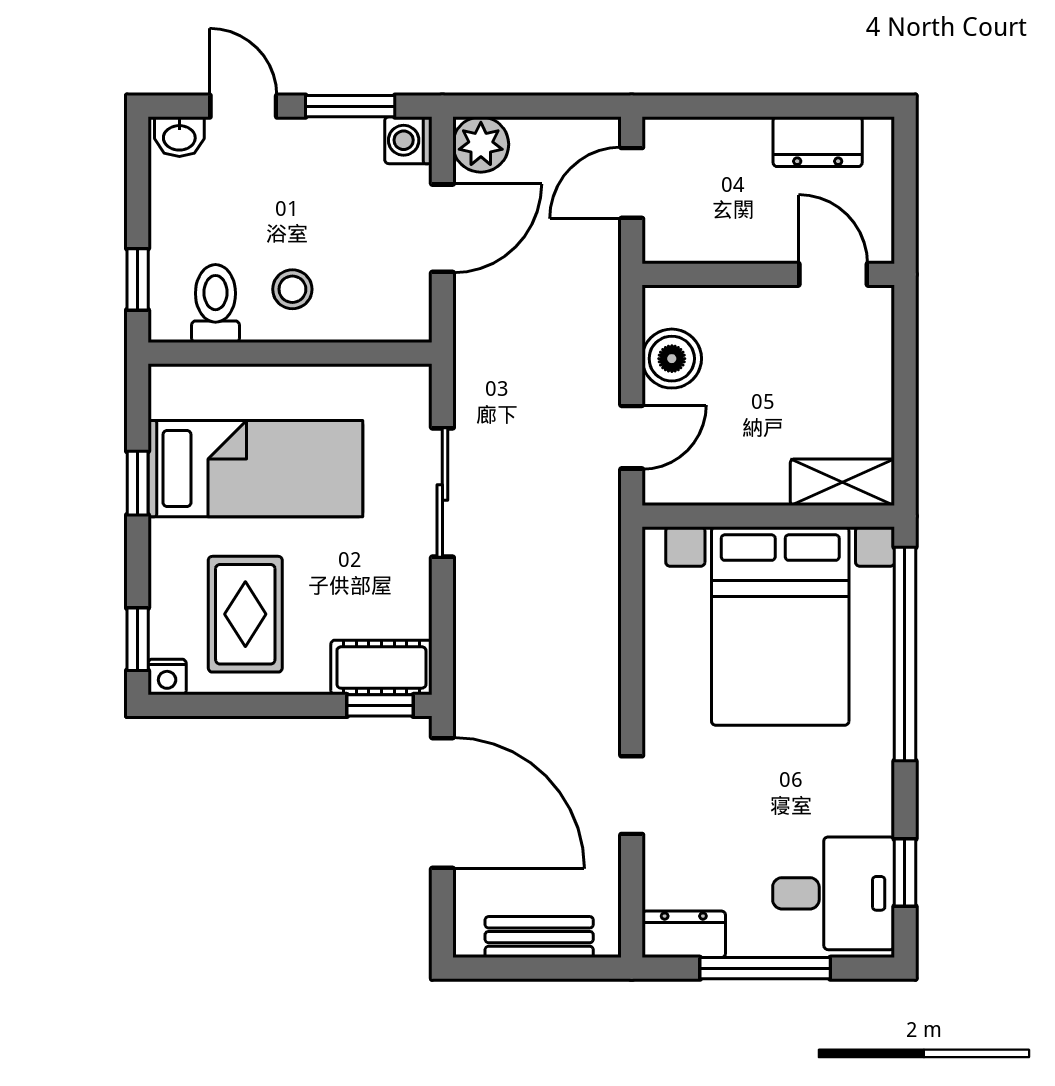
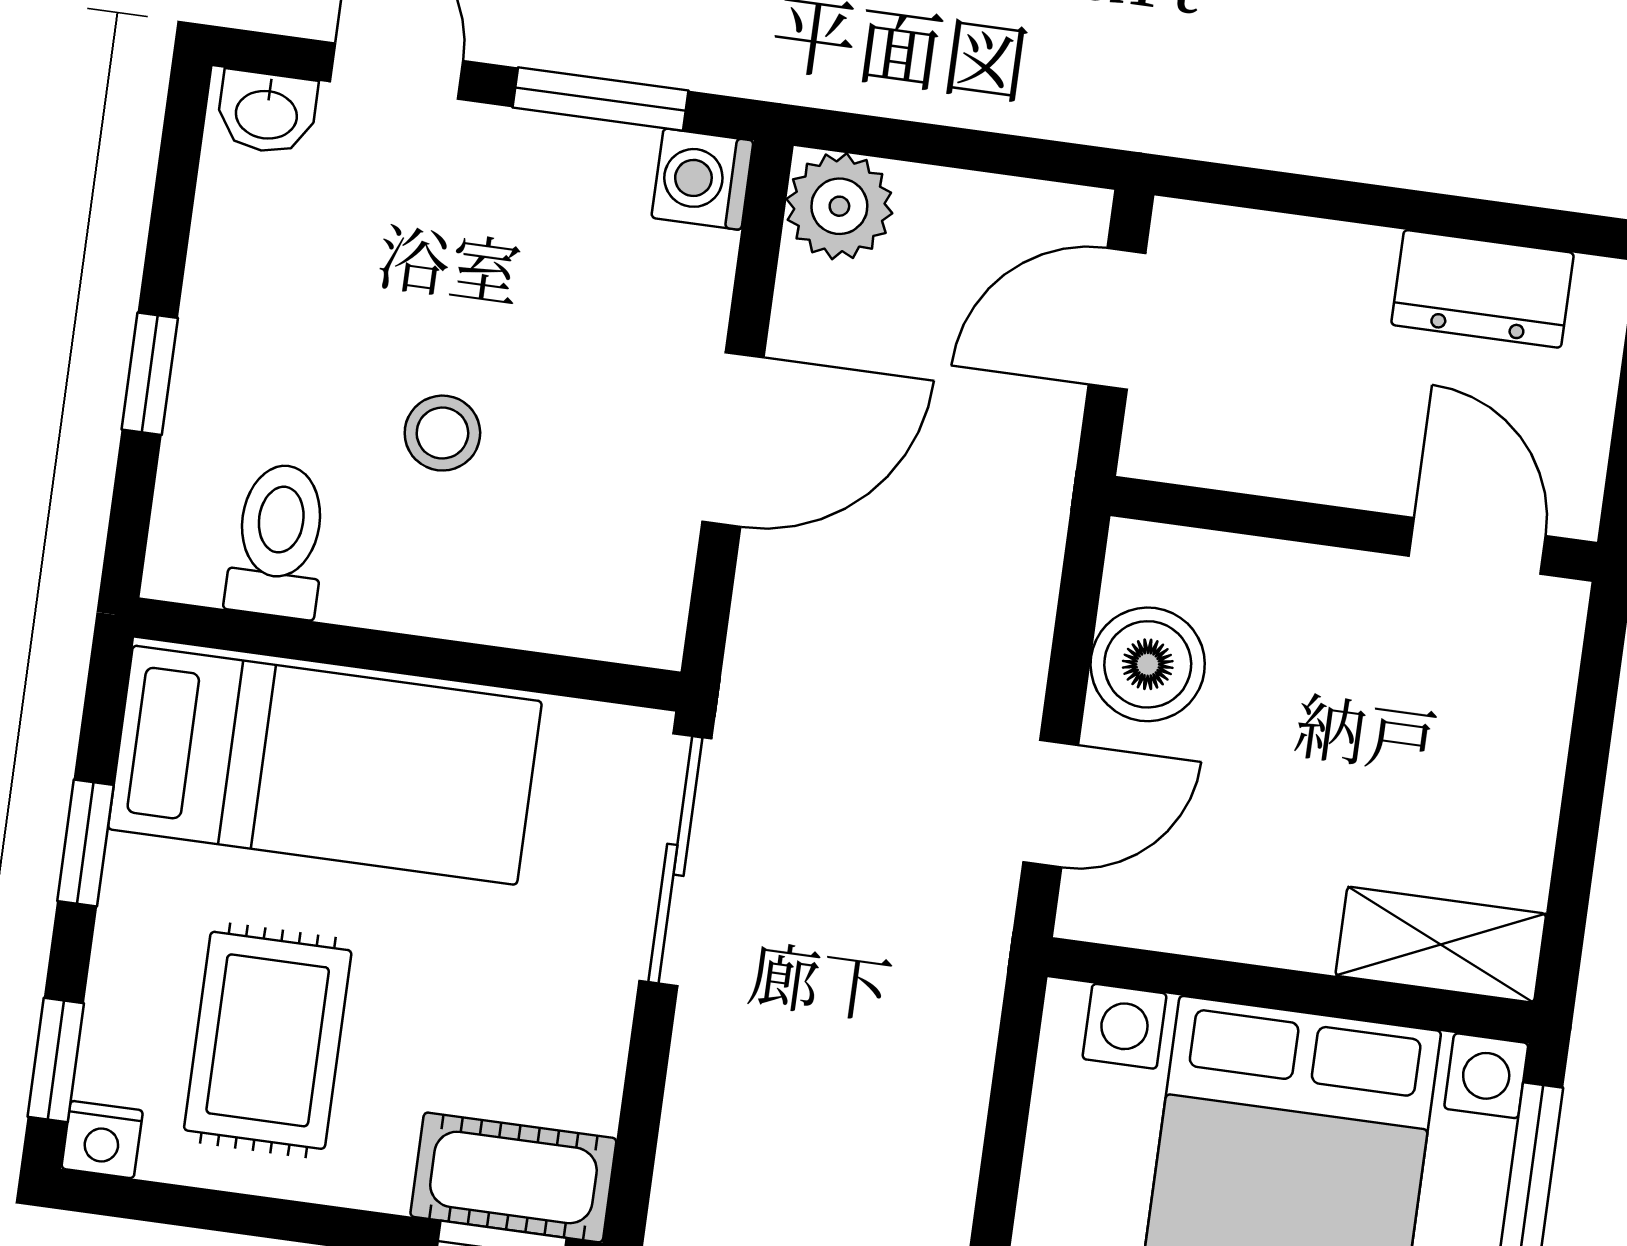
door: (442, 228) -> (733, 439), moved
toilet: (215, 304) -> (278, 540), moved
wall: (290, 353) -> (407, 655), moved
window: (138, 483) -> (85, 843), moved

